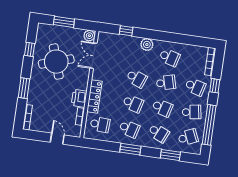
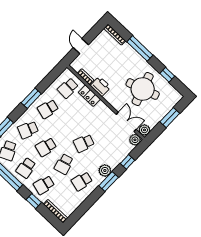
window: (154, 35) -> (109, 182), added
plant: (103, 38) -> (135, 140), added
window: (24, 88) -> (140, 48), width x1.44
locker: (94, 96) -> (89, 96), width x0.66
school desk: (133, 104) -> (66, 126), removed
door: (57, 139) -> (81, 46), swing flipped

